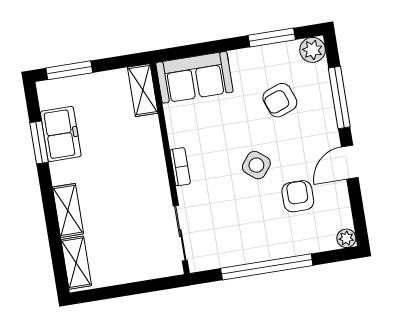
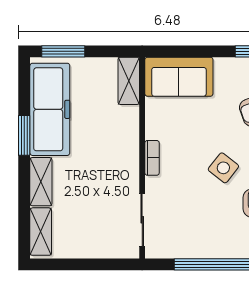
freezer: (61, 134) -> (50, 109), width x1.91, depth x1.26
window: (39, 142) -> (24, 135), moved

